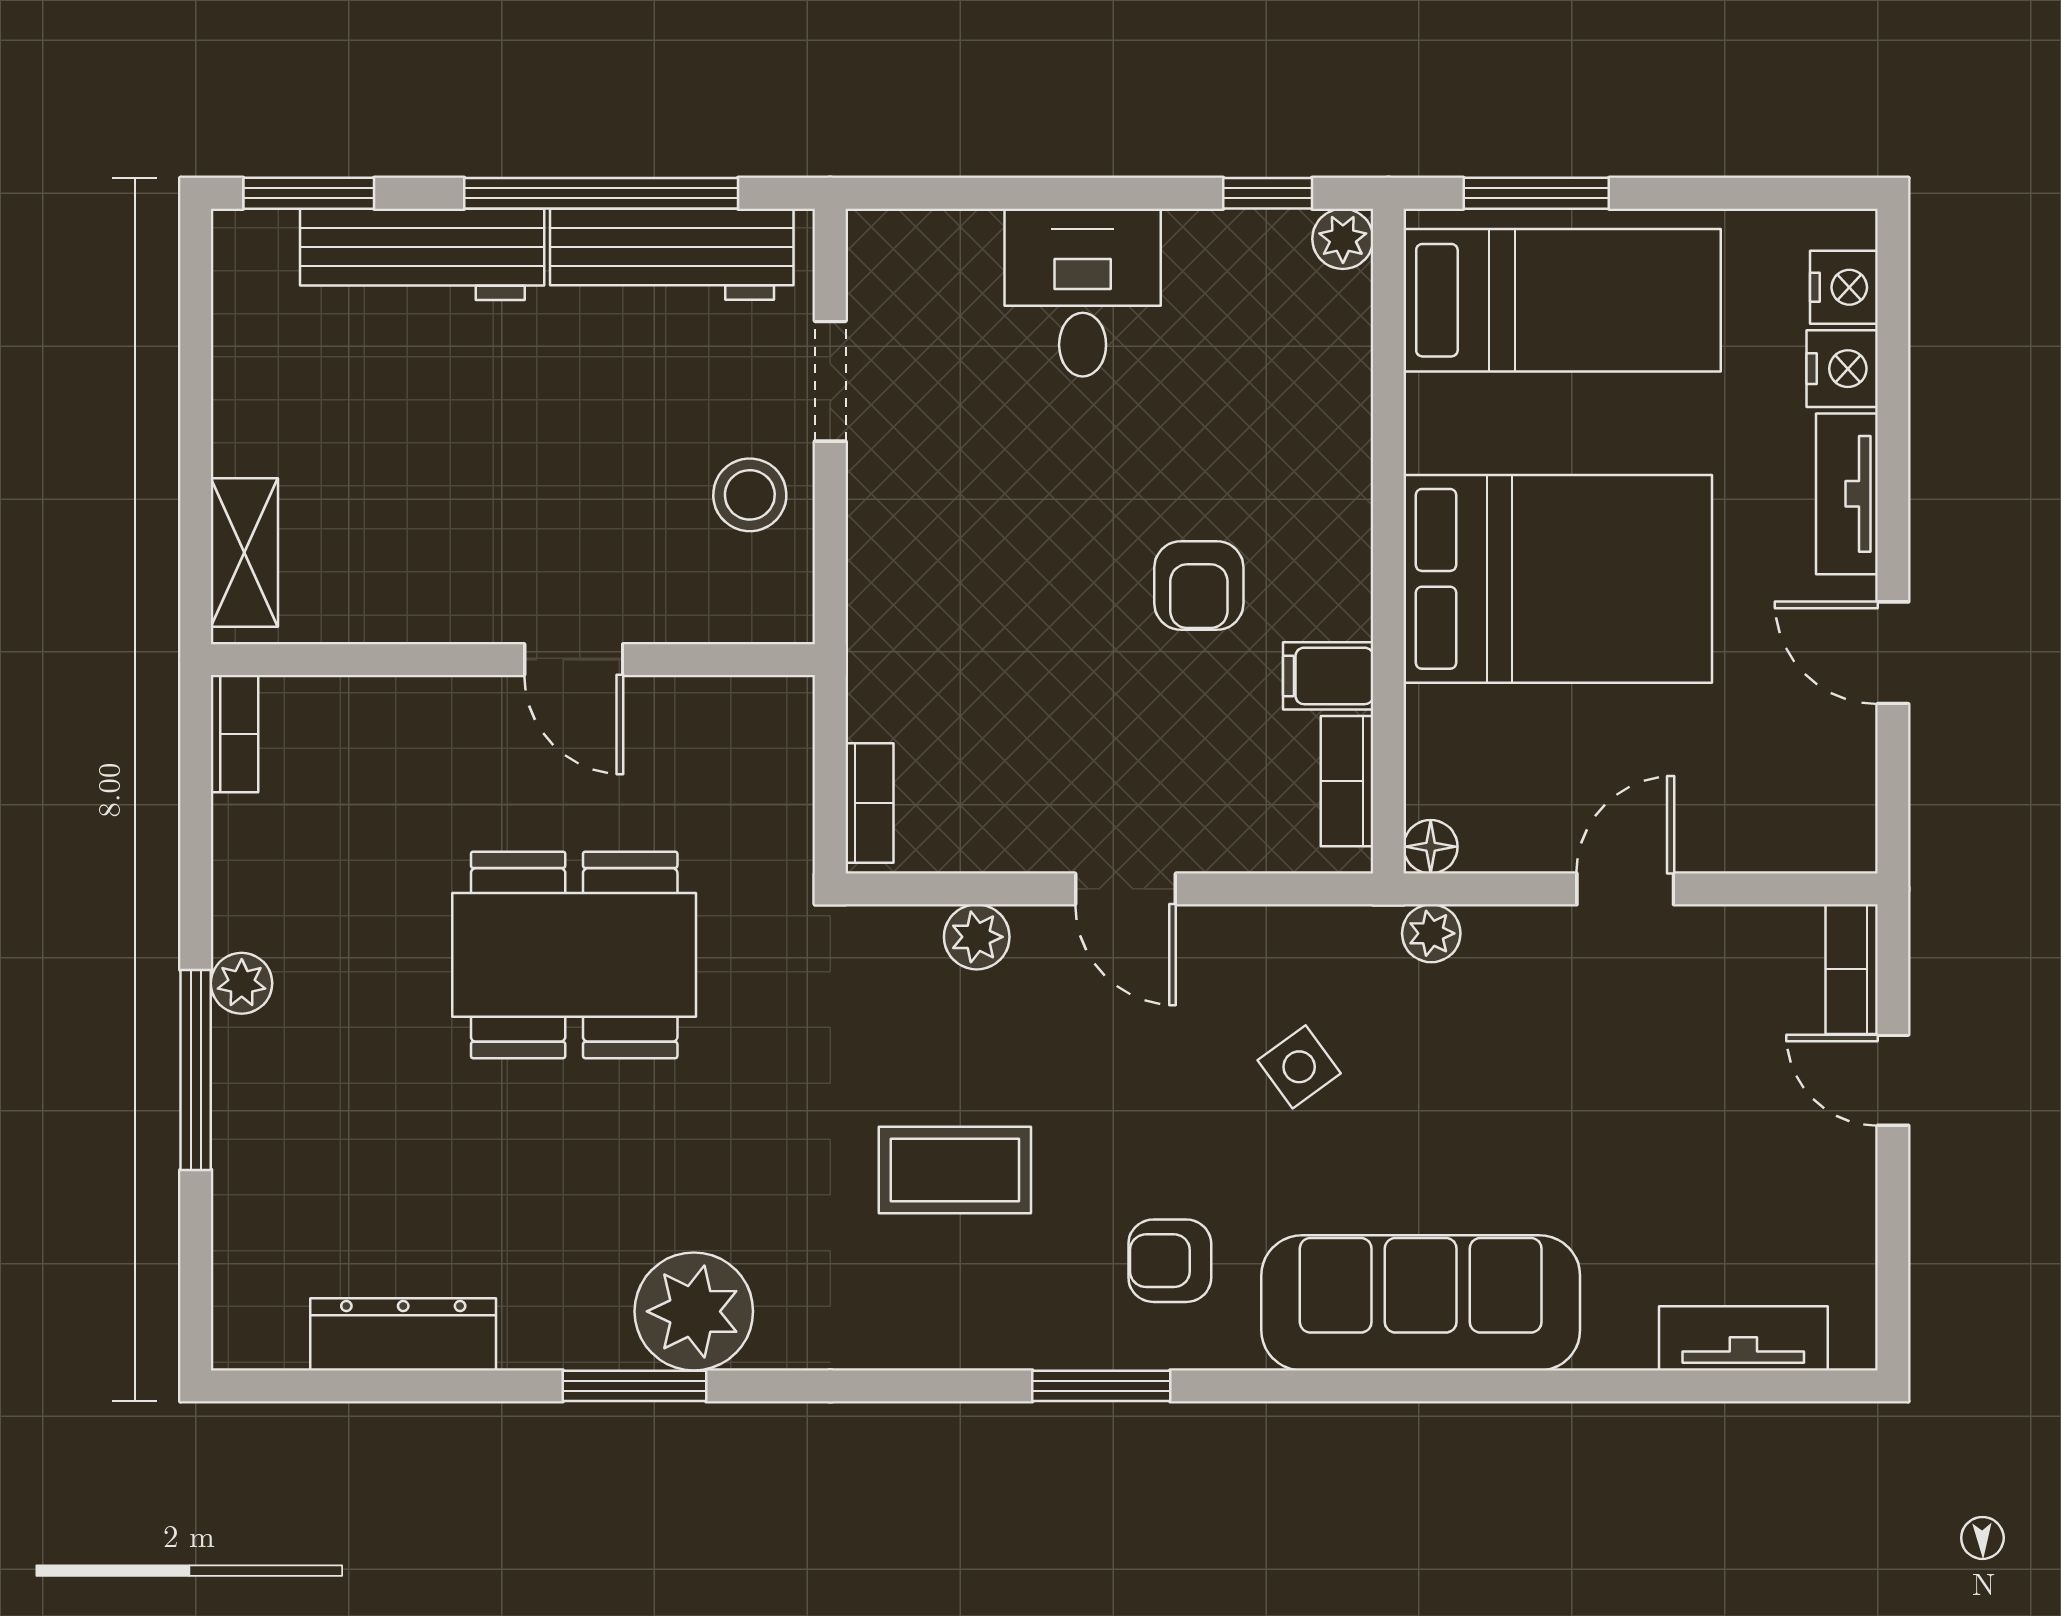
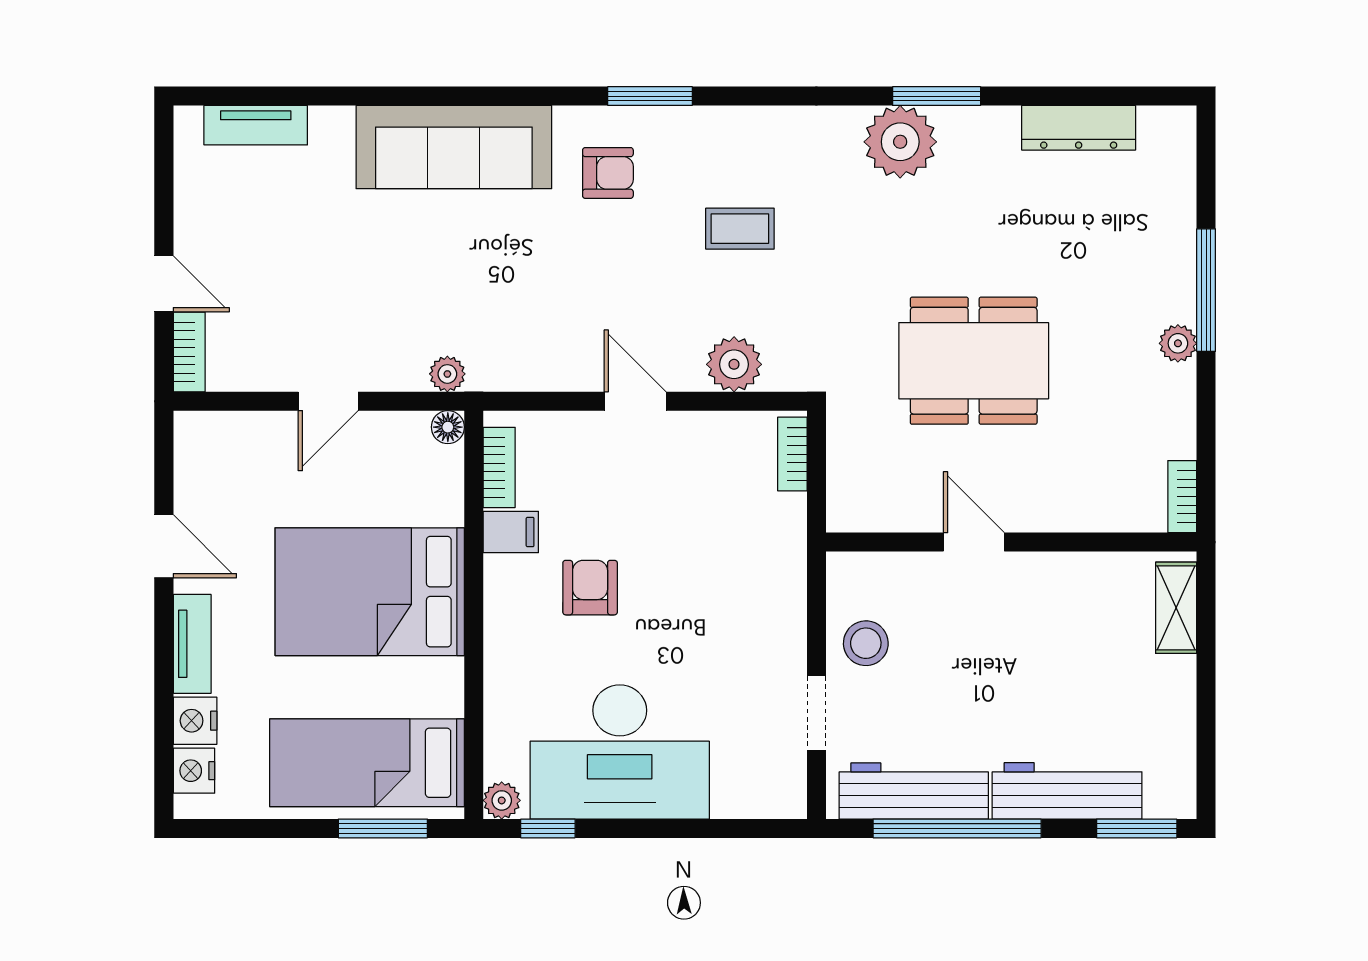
desk: (1083, 293) -> (620, 752), width x1.87, depth x1.30
plant: (977, 937) -> (734, 364), width x1.38, depth x1.38
side table: (1299, 1067) -> (529, 292), removed
coffee table: (955, 1170) -> (740, 229), width x0.73, depth x0.77

